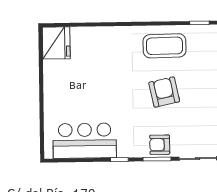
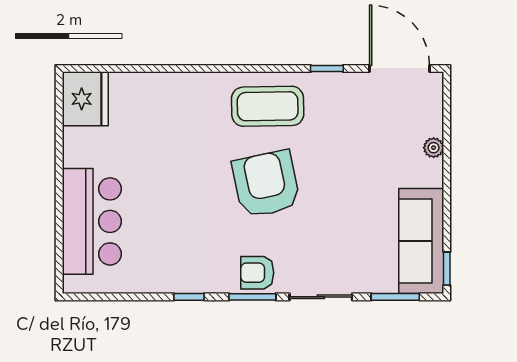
armchair: (164, 92) -> (266, 184), width x1.36, depth x1.36
bar counter: (85, 141) -> (92, 221), moved, turned 90

